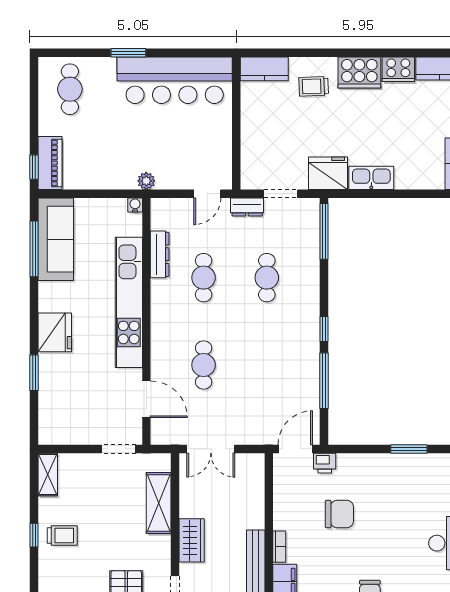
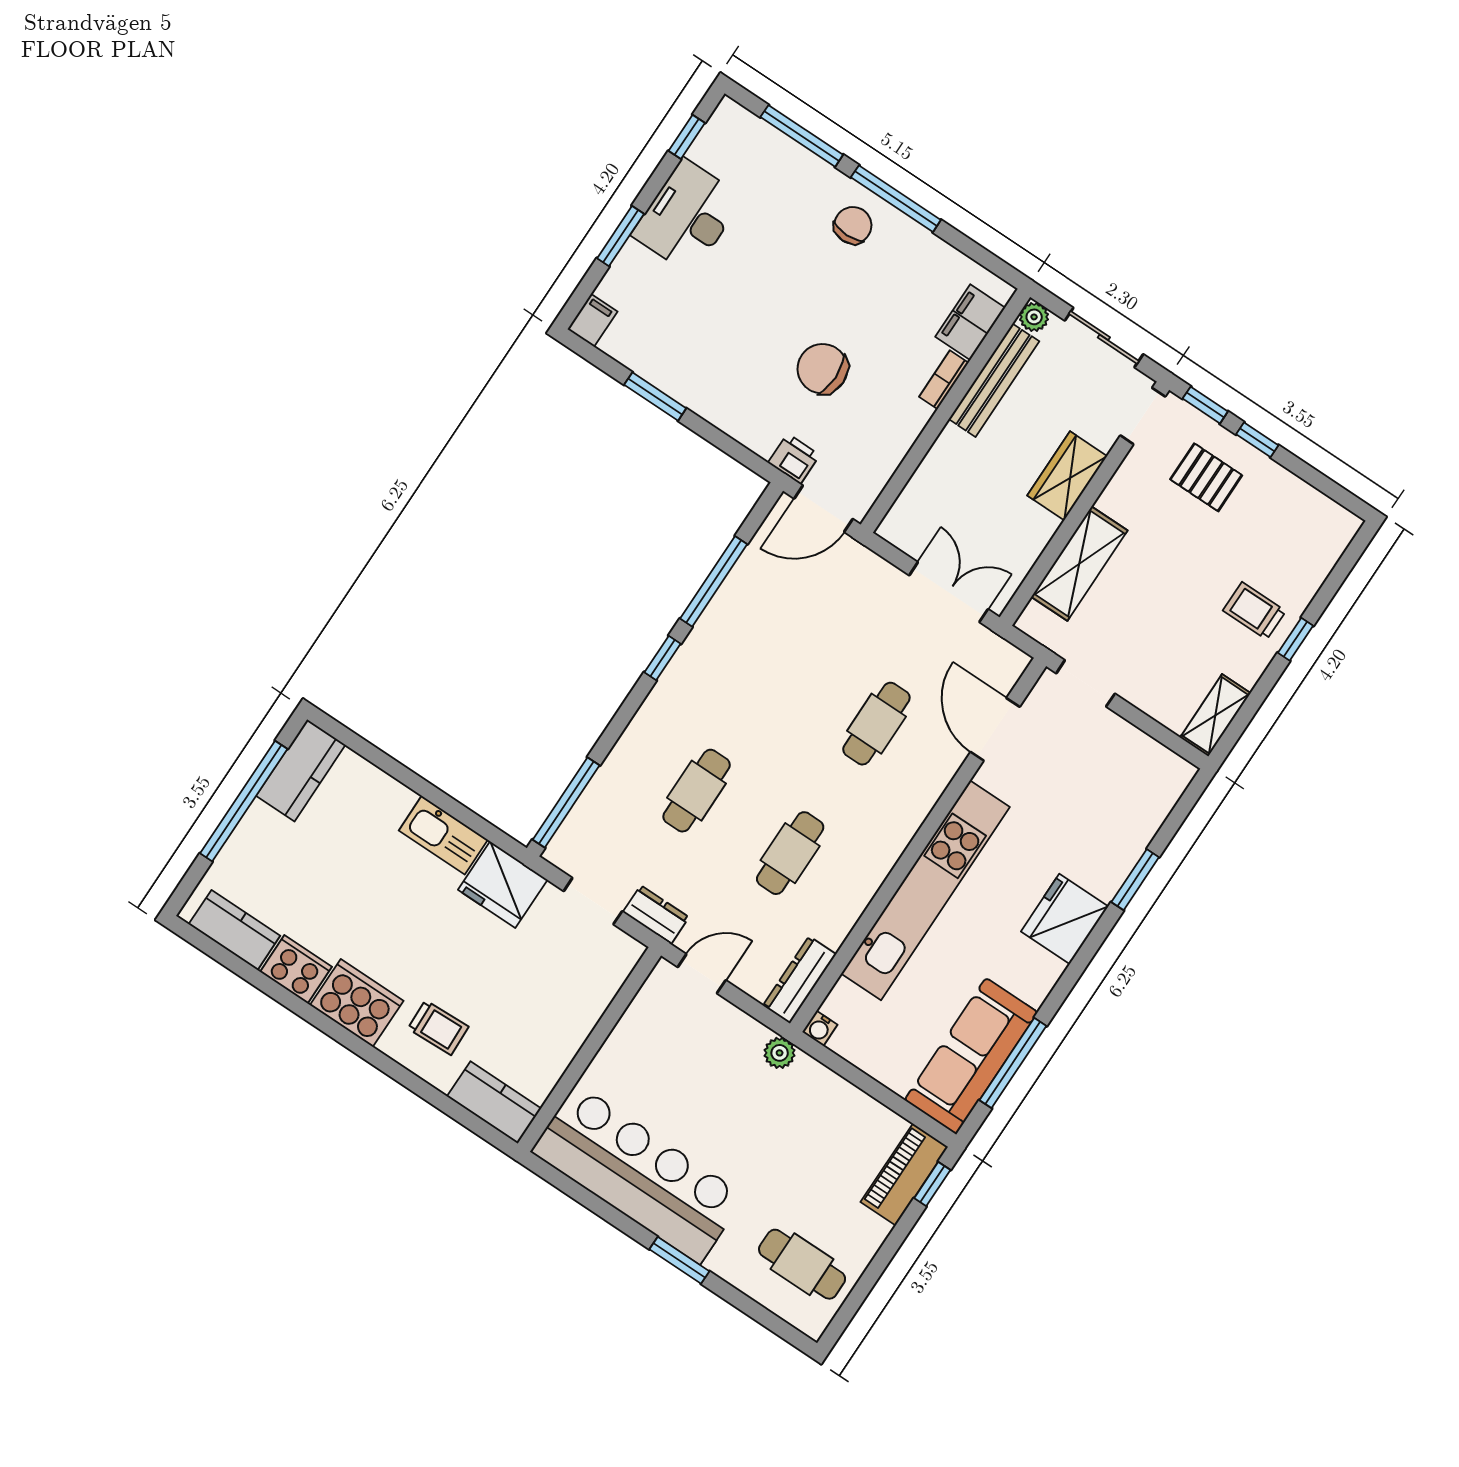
cafe table: (70, 89) -> (802, 1264), turned 90
dresser: (160, 254) -> (800, 980), moved

